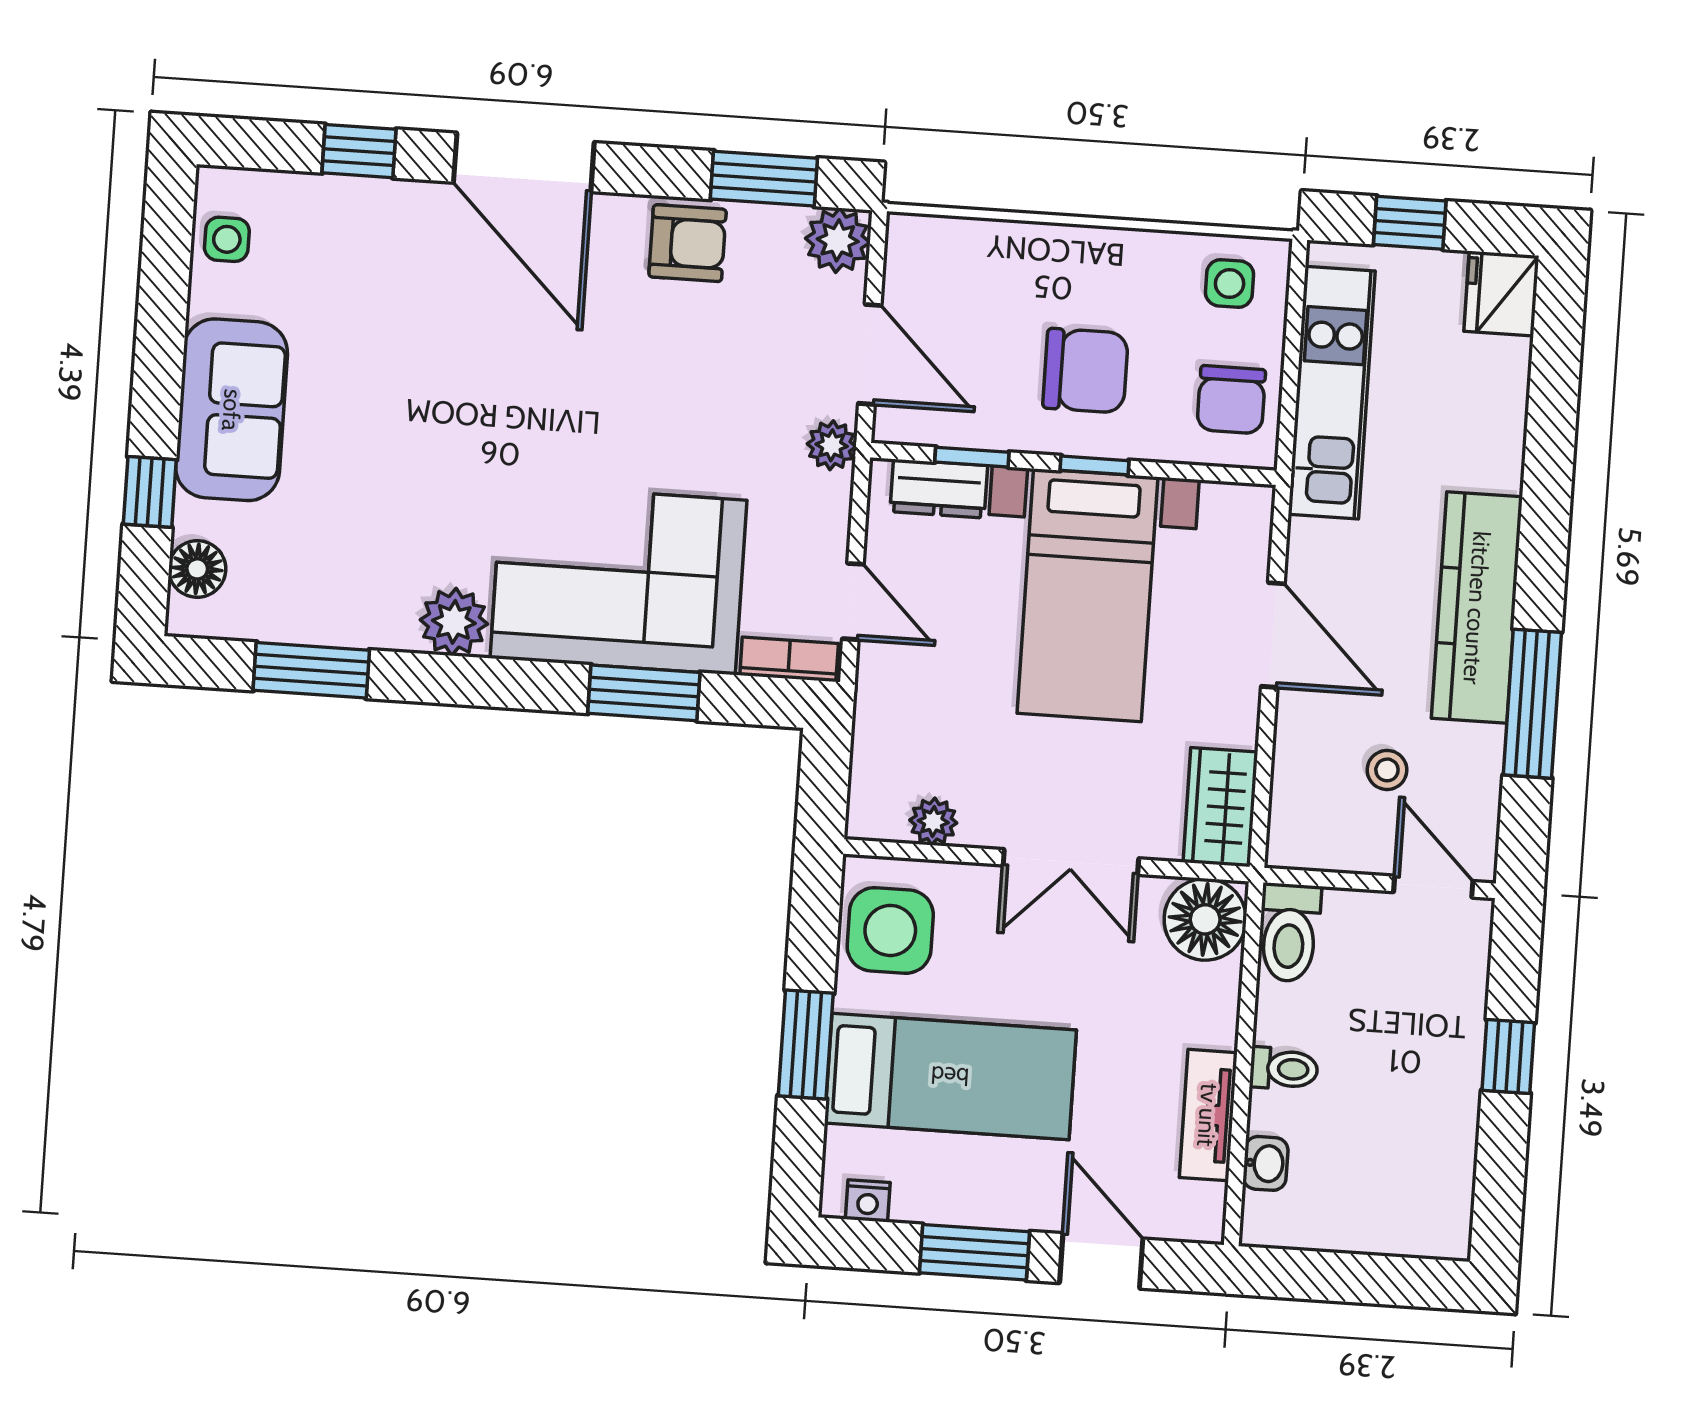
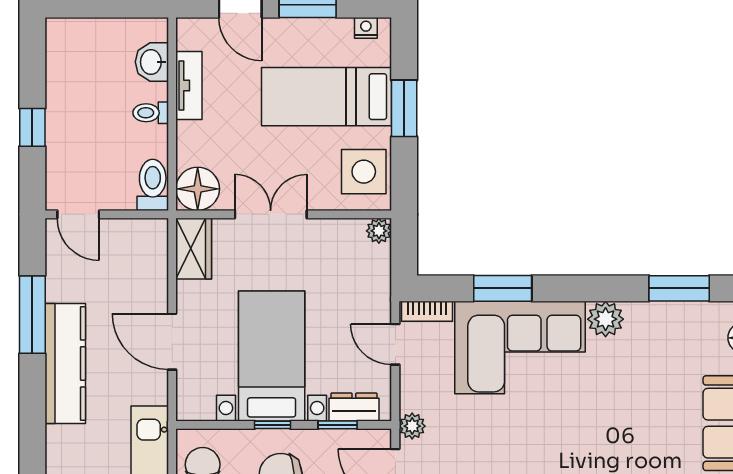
stool: (1387, 770) -> (107, 274), removed
plant: (933, 822) -> (379, 231), moved
washbasin: (1266, 1163) -> (152, 62), width x1.38, depth x1.45

